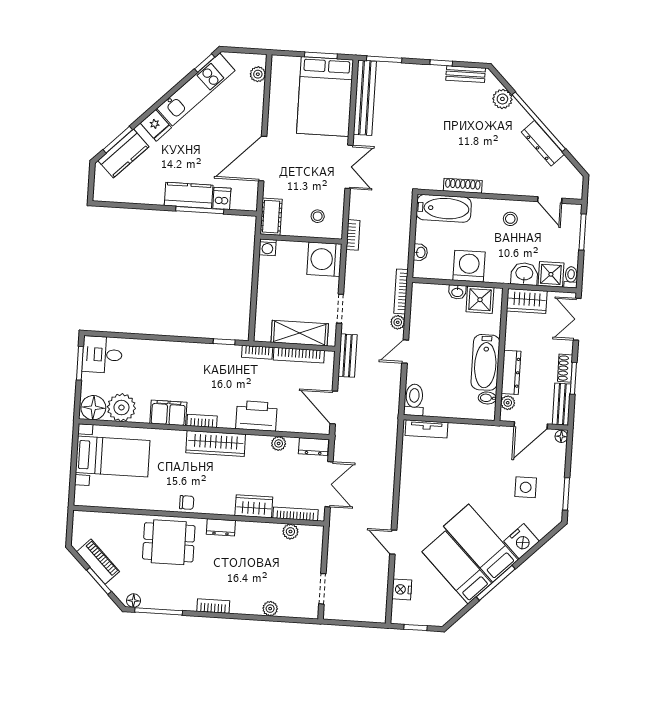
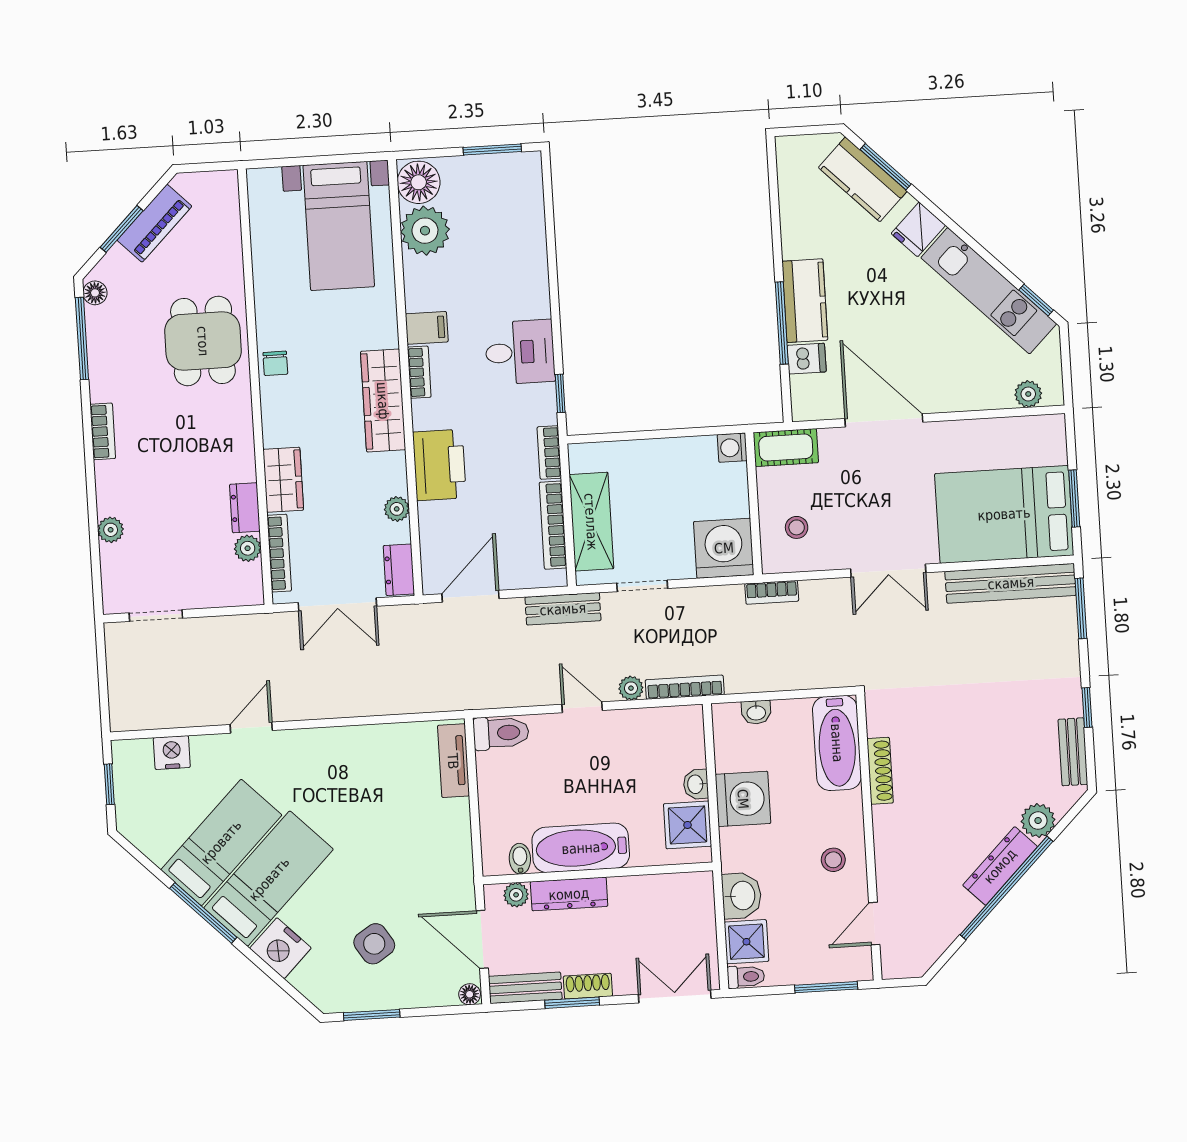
dresser: (543, 143) -> (1000, 866), moved
wardrobe: (527, 301) -> (695, 906), removed
desk: (102, 355) -> (520, 352), moved, turned 90
filing cabinet: (168, 413) -> (427, 328), width x0.50
side table: (526, 487) -> (374, 944), turned -33
dresser: (221, 527) -> (245, 508), moved

